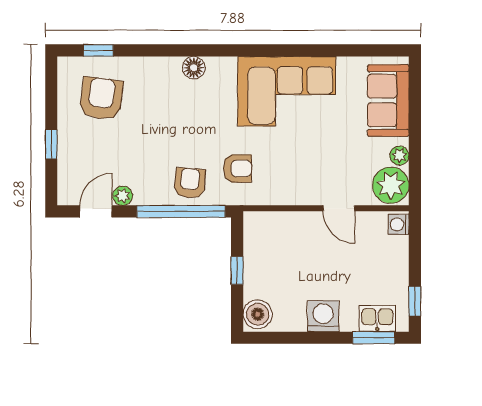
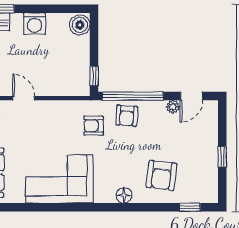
armchair: (101, 98) -> (162, 175), moved
window: (51, 144) -> (222, 157), moved
window: (237, 271) -> (94, 76), moved

